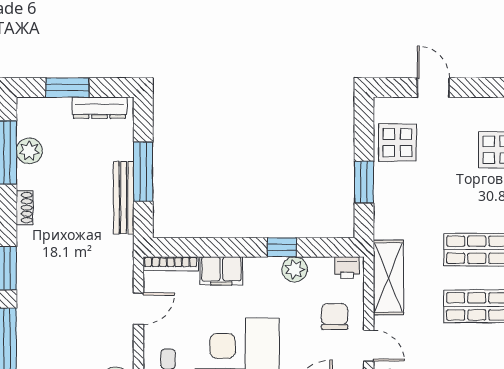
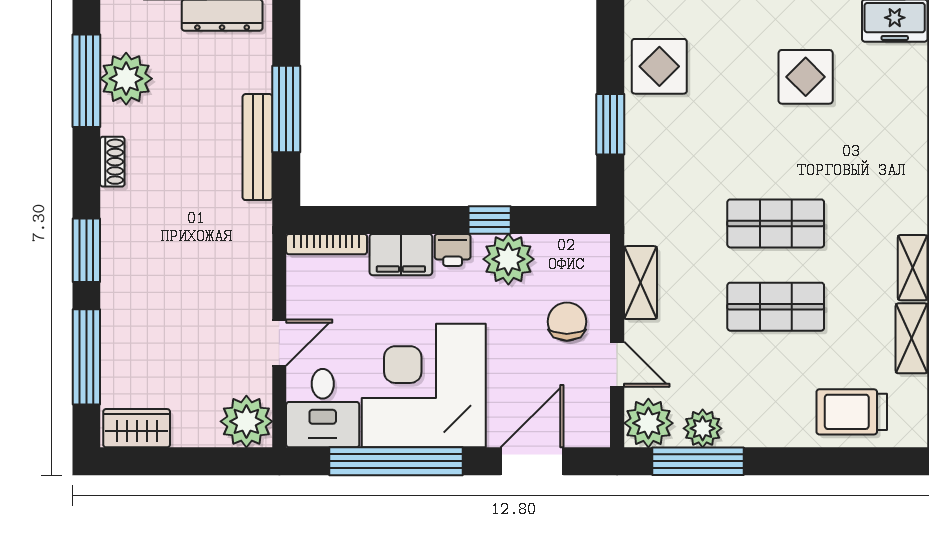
plant: (29, 151) -> (126, 79), width x1.36, depth x1.36
printer: (347, 268) -> (453, 250), moved
plant: (295, 269) -> (508, 259), width x1.36, depth x1.36
shelving: (388, 278) -> (641, 283), width x0.67, depth x0.75
door: (138, 309) -> (279, 343), moved

